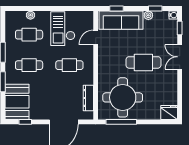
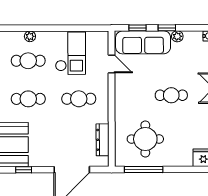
window: (155, 9) -> (167, 28), moved
checkout: (63, 29) -> (70, 53), turned 180
door: (96, 37) -> (112, 64), swing flipped
cafe table: (143, 62) -> (171, 95), width x0.73, depth x0.74
round table: (123, 97) -> (145, 139), width x0.73, depth x0.73

